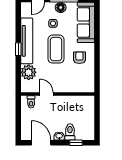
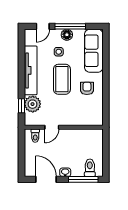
window: (18, 49) -> (22, 106), moved
door: (46, 94) -> (52, 127), swing flipped
toilet: (70, 132) -> (90, 168), moved
window: (76, 143) -> (83, 179), width x2.17

